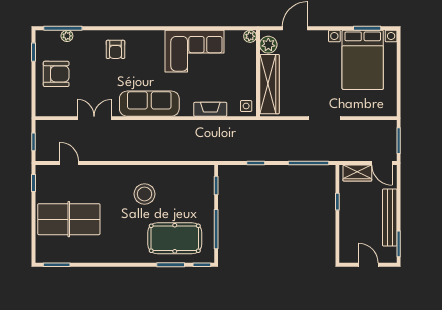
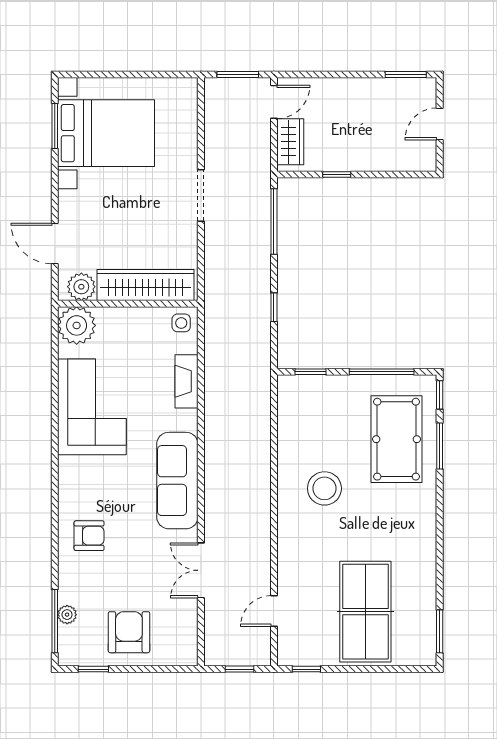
plant: (250, 36) -> (77, 325), width x1.88, depth x1.88
bench: (390, 218) -> (363, 89), removed

